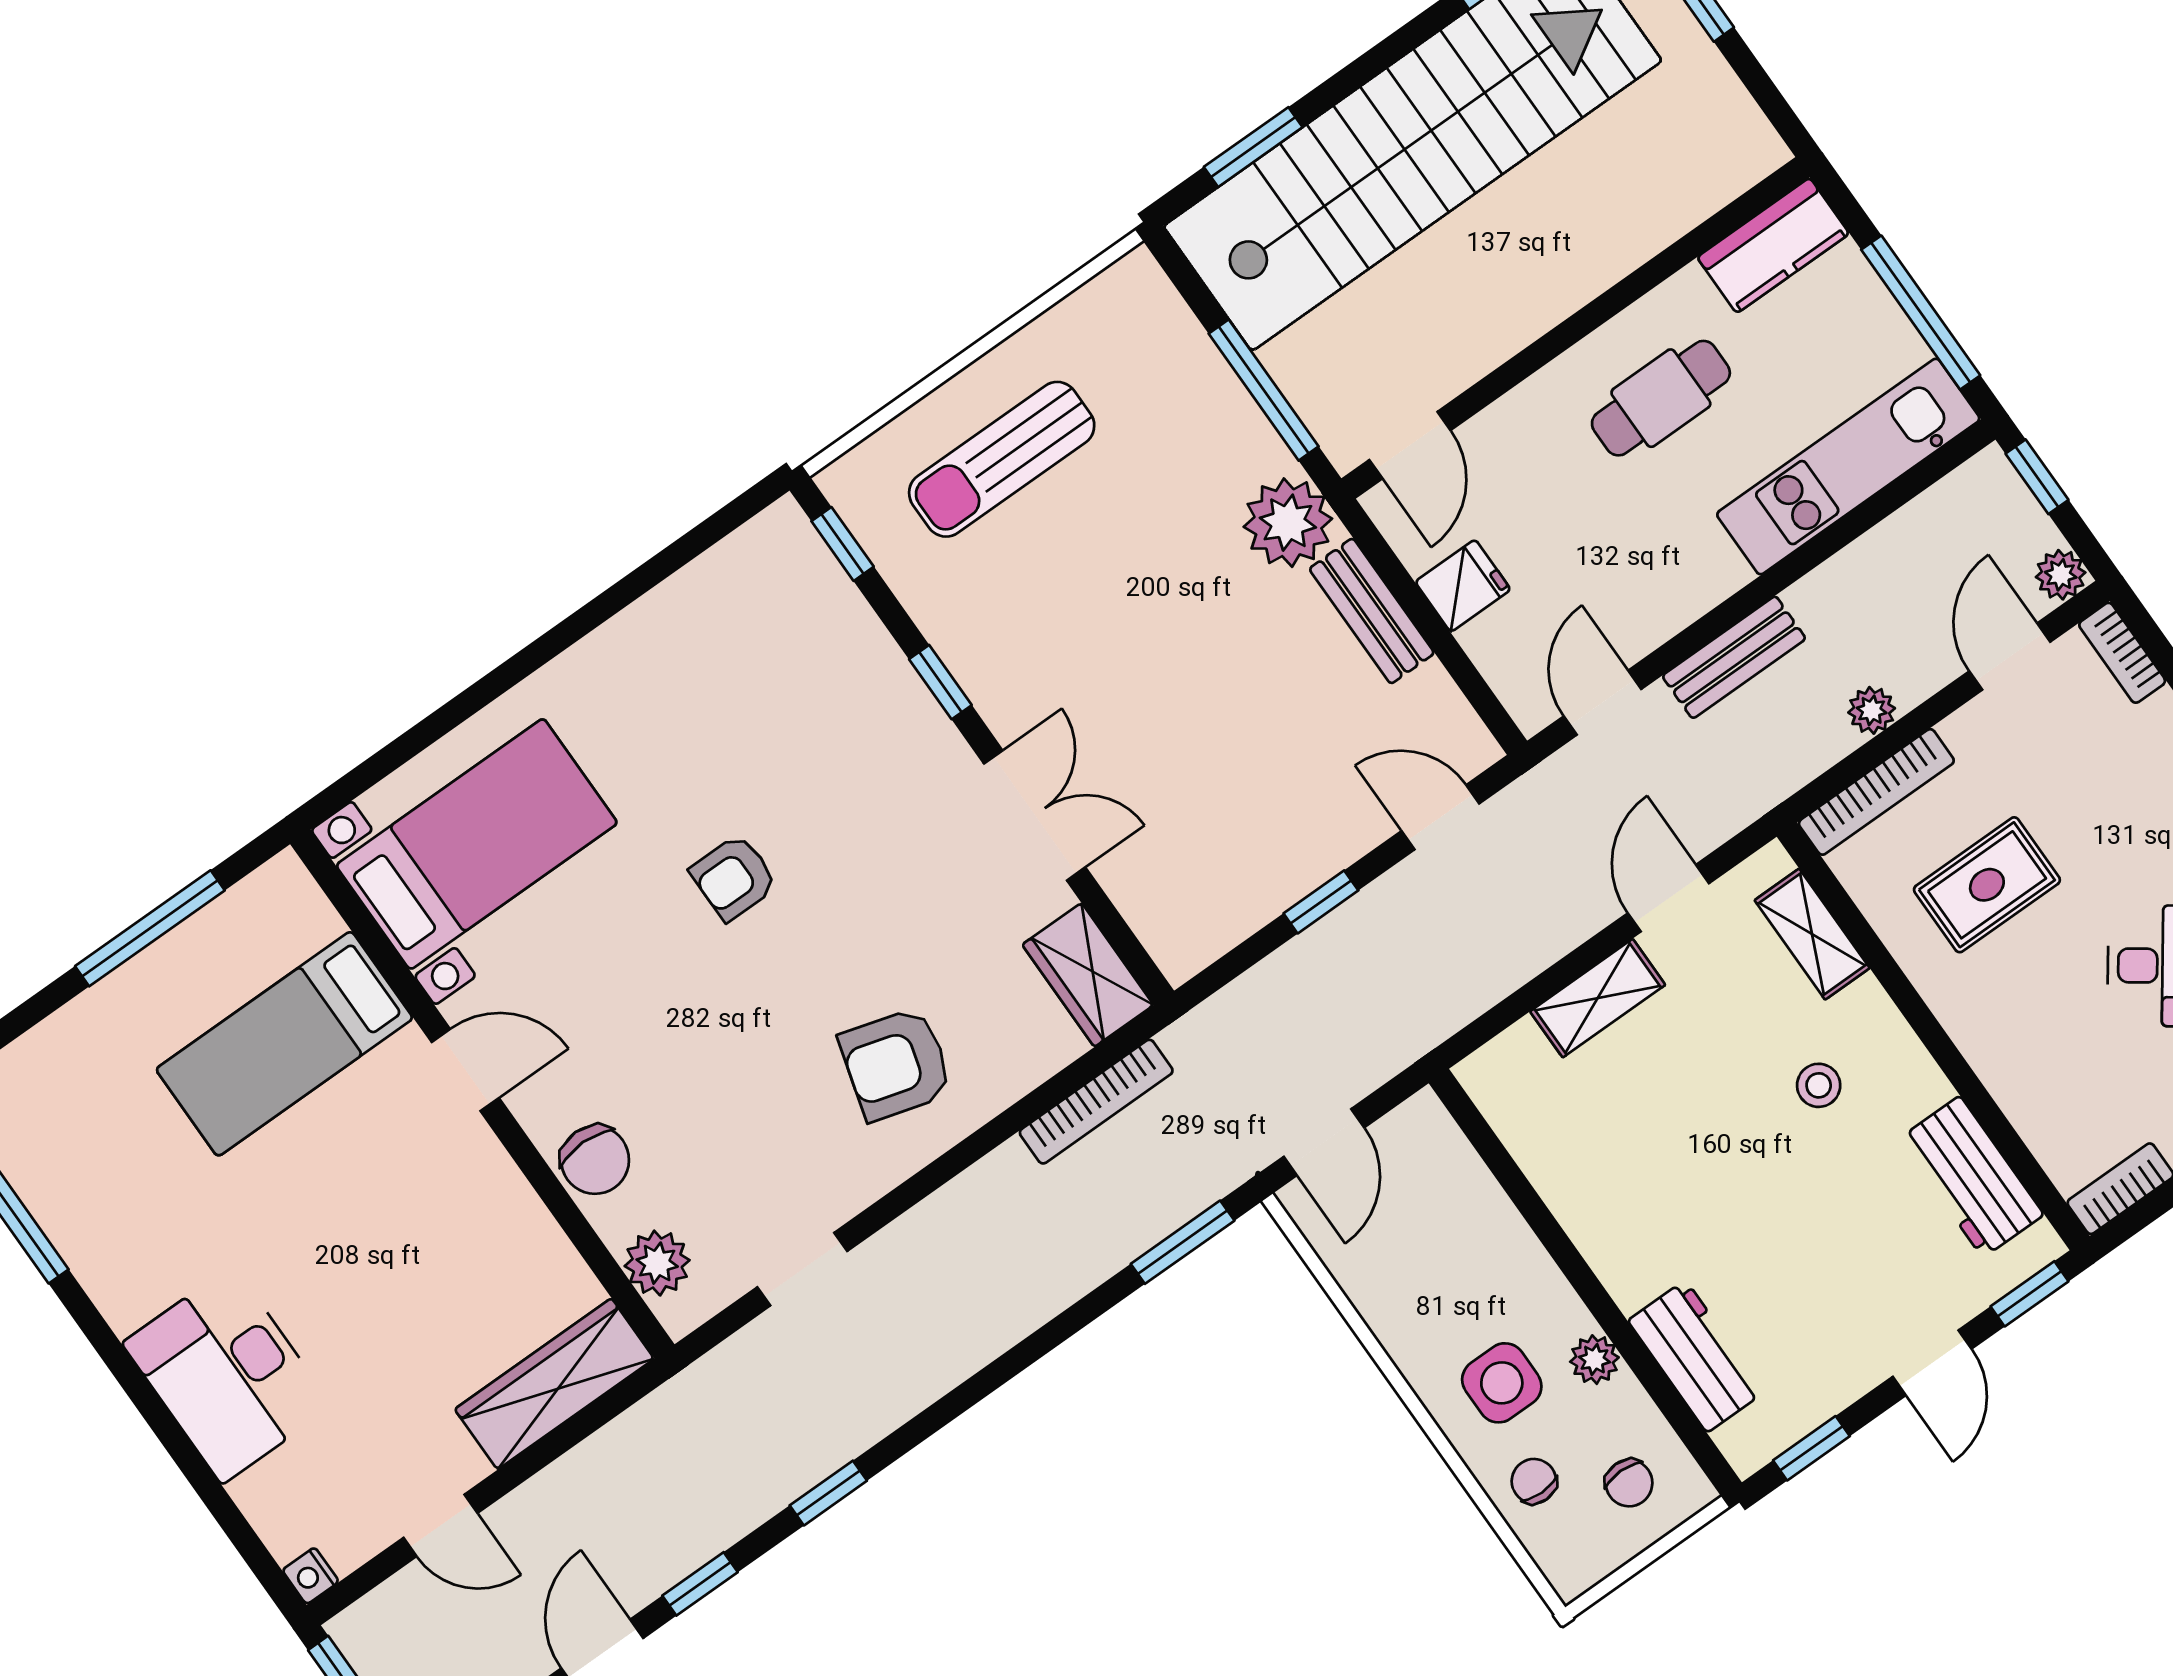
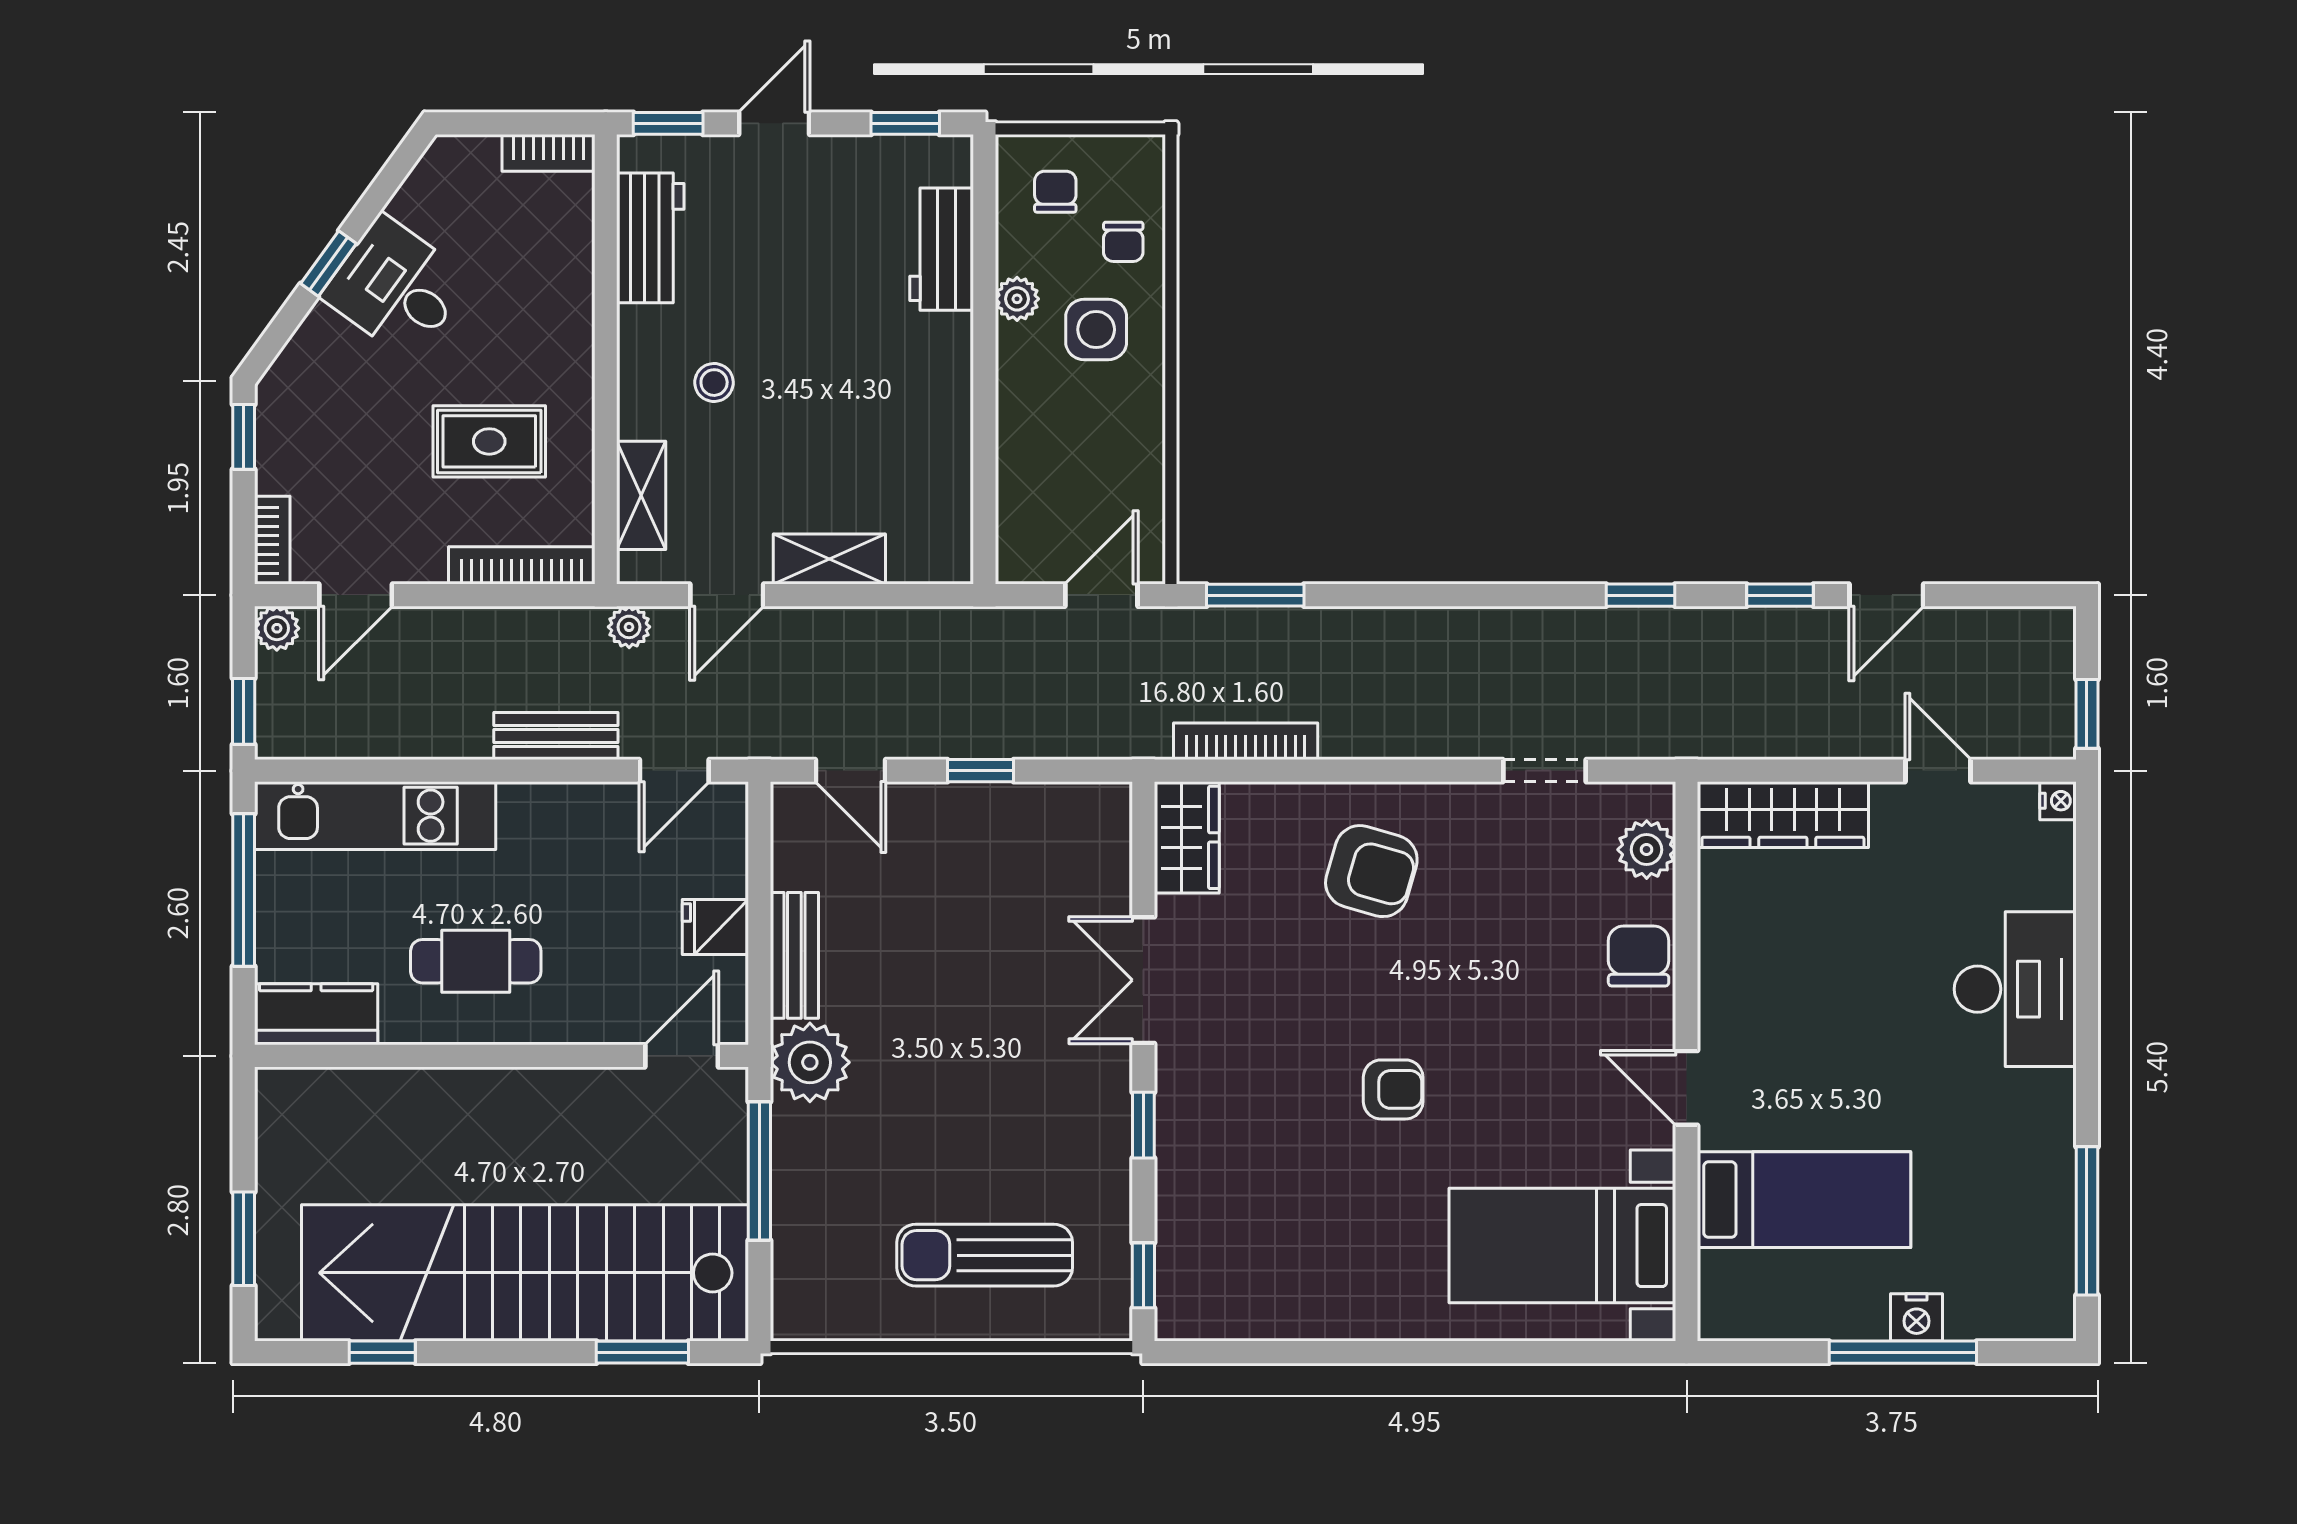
sun lounger: (1002, 459) -> (985, 1255), turned 180
plant: (1872, 710) -> (629, 627), moved
window: (150, 928) -> (1903, 1352), moved
nightstand: (104, 1009) -> (1917, 1317), added

